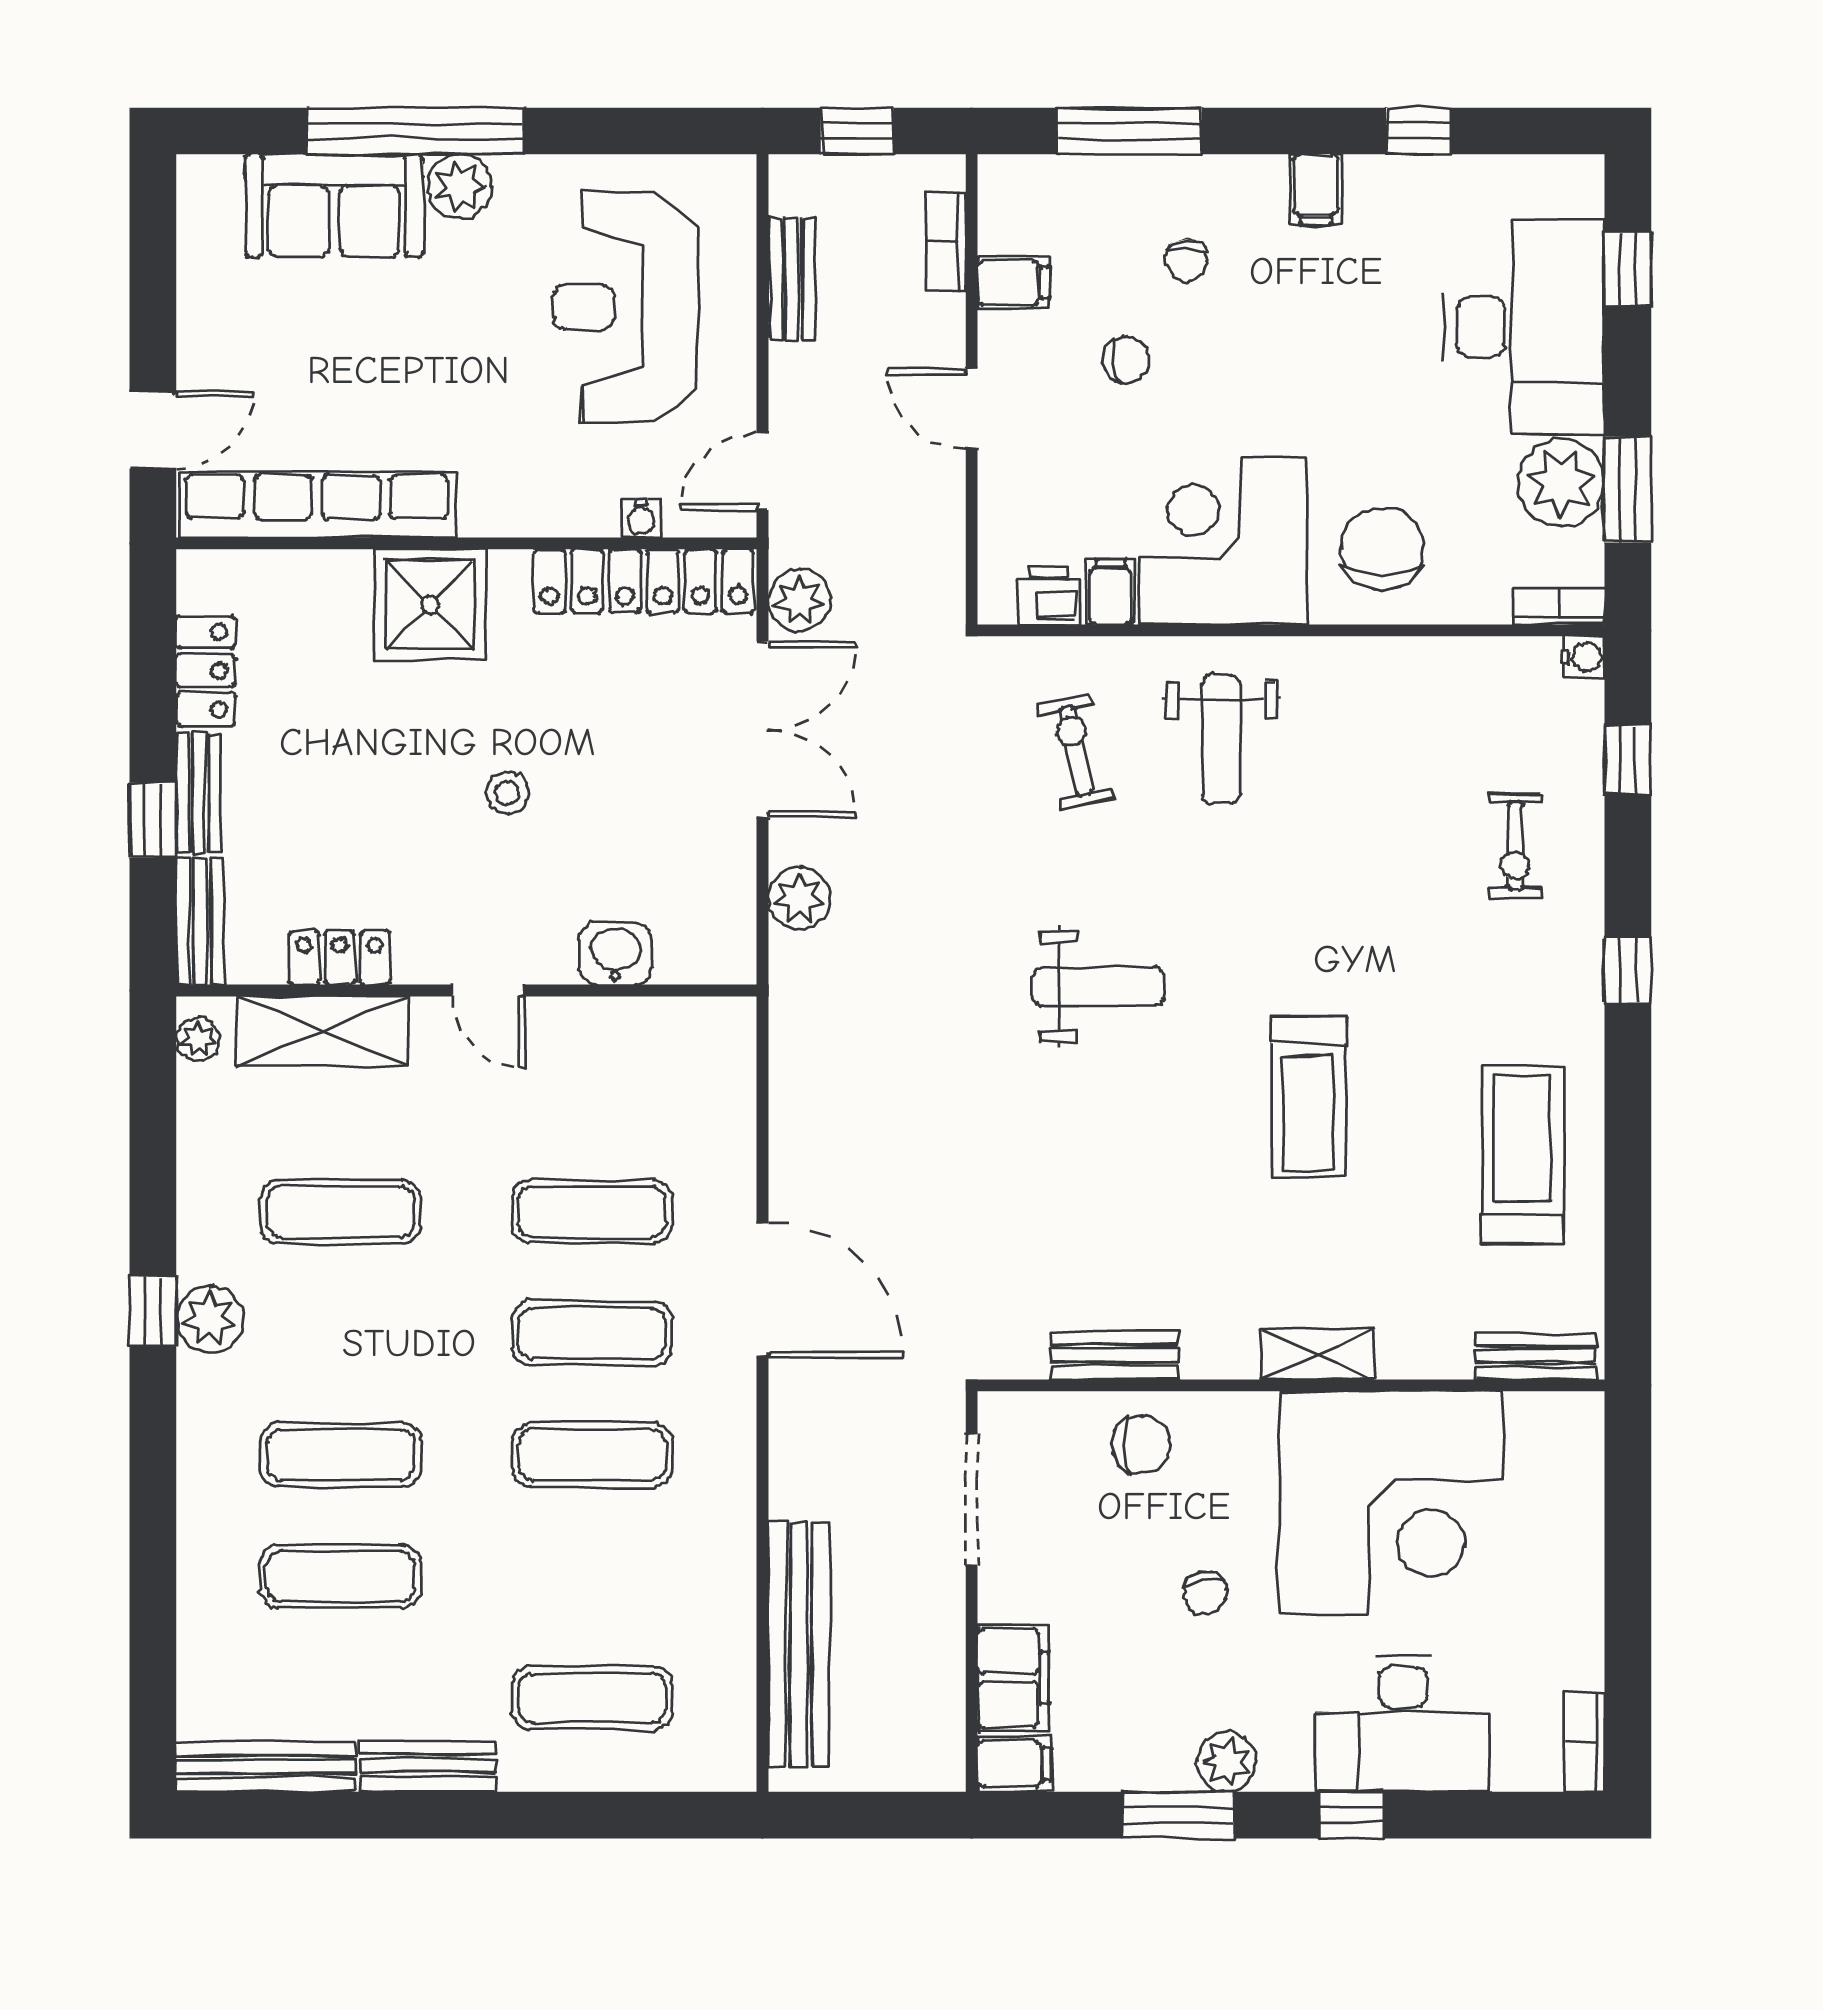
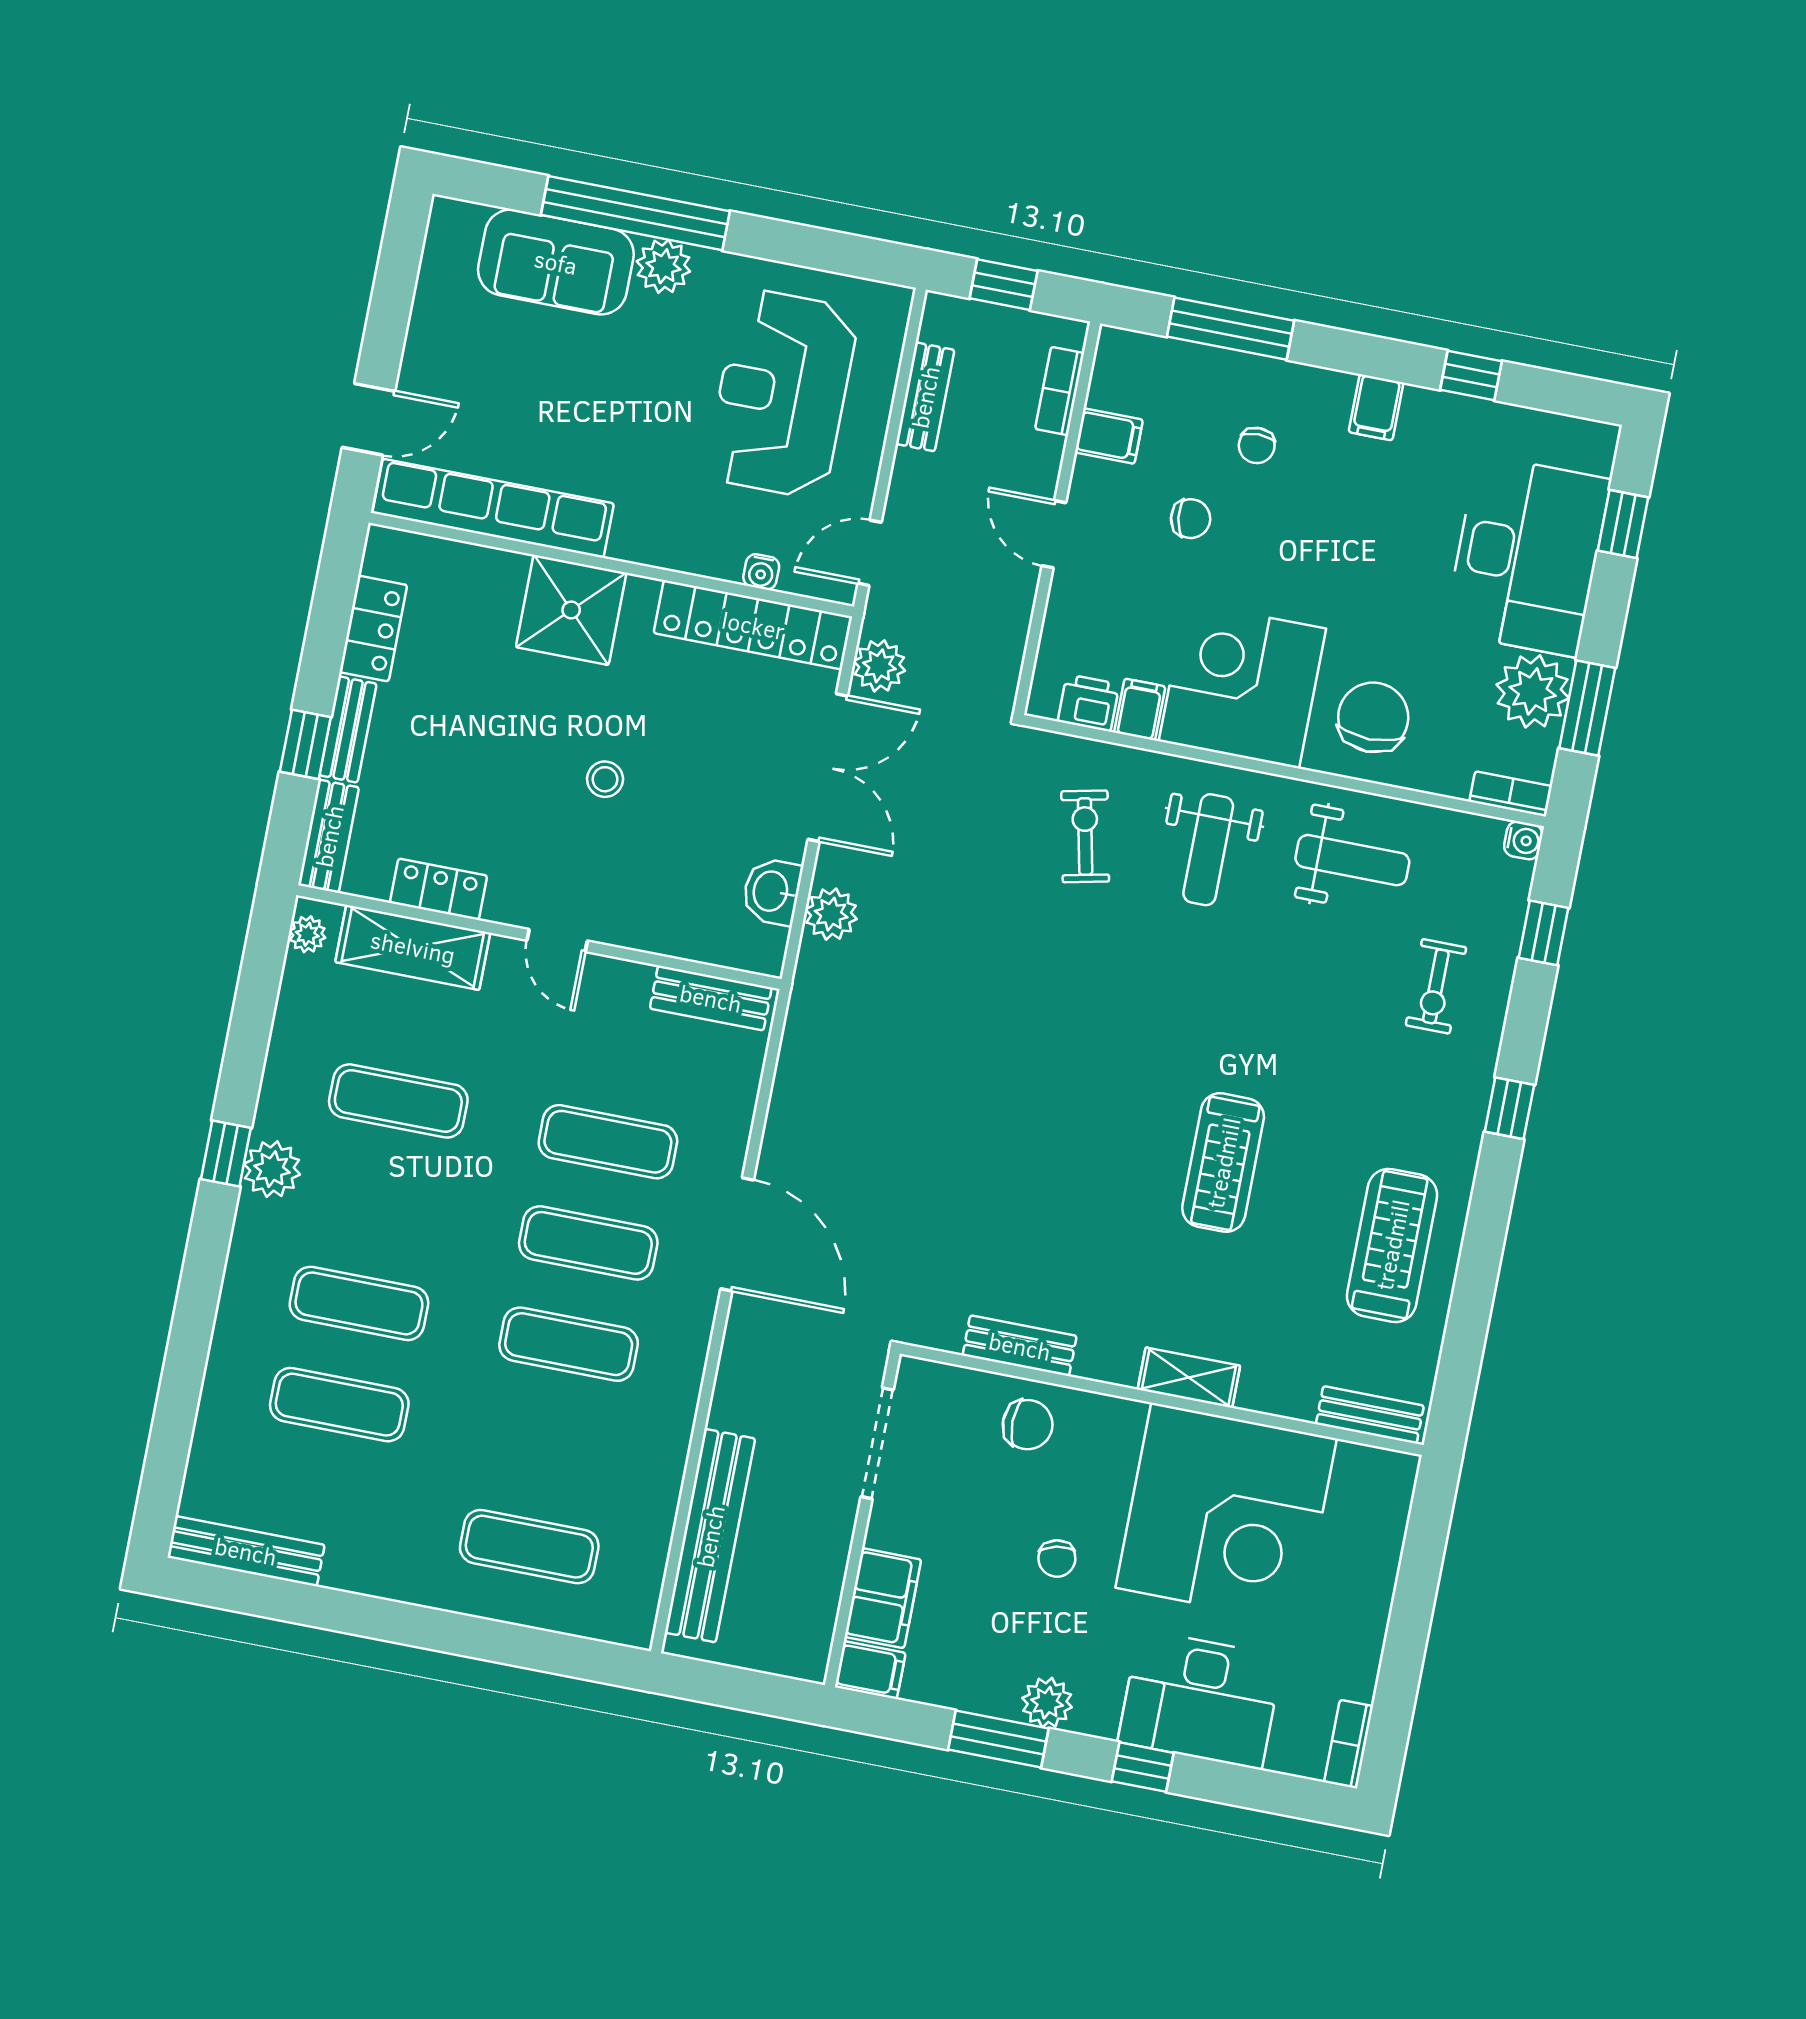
washbasin: (615, 954) -> (772, 891), moved, turned -90
weight bench: (1098, 986) -> (1352, 860), moved
bench: (428, 1766) -> (711, 998), moved

